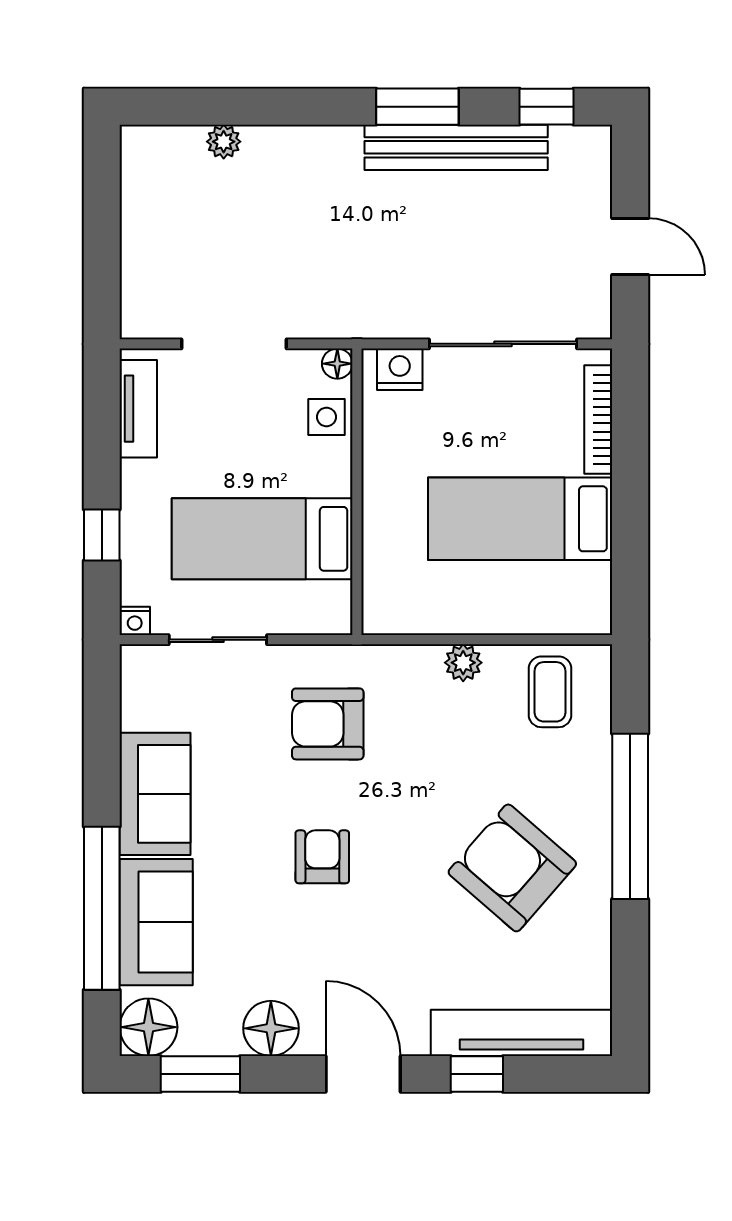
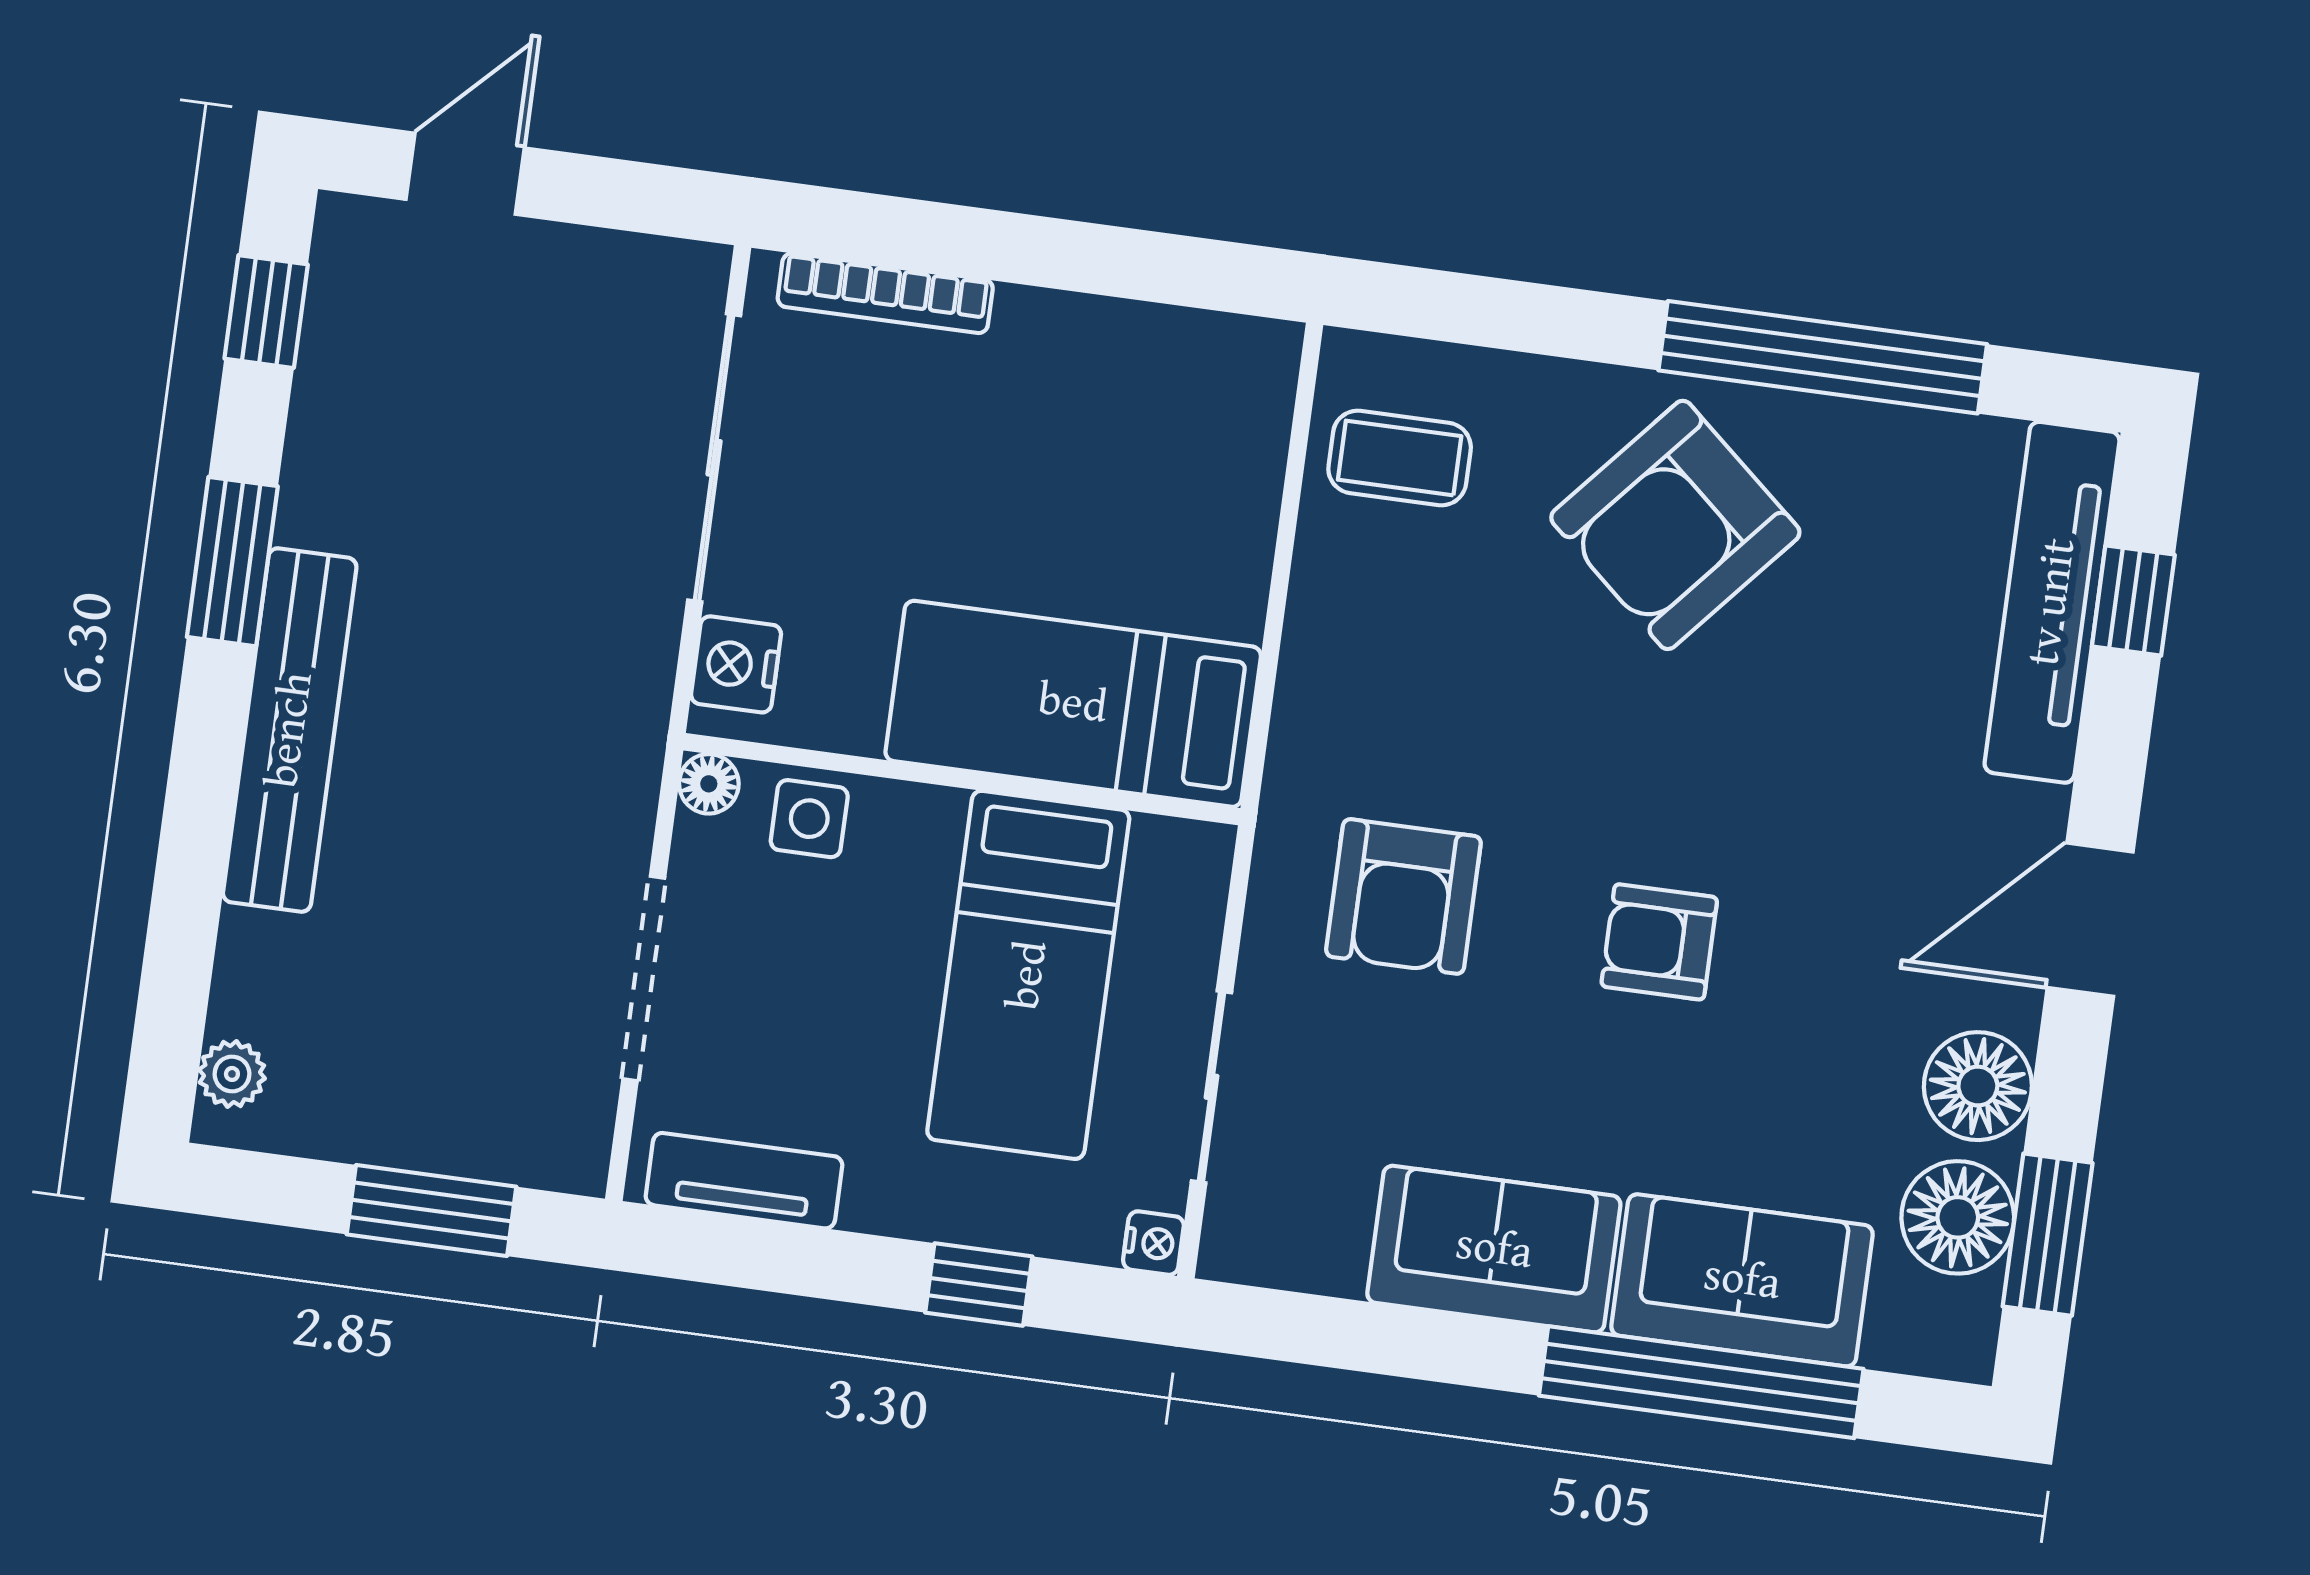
plant: (224, 142) -> (232, 1074), moved
bench: (456, 147) -> (290, 730), moved
door: (630, 246) -> (465, 174), moved
window: (102, 252) -> (431, 1211), added
bed: (520, 519) -> (1073, 704), moved, turned 90
plant: (463, 663) -> (1320, 618), removed
window: (630, 816) -> (1823, 357), moved
armchair: (512, 868) -> (1675, 525), moved
floor lamp: (148, 1027) -> (1958, 1217), moved
window: (477, 1074) -> (2133, 601), moved

